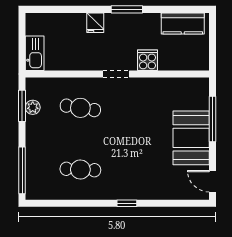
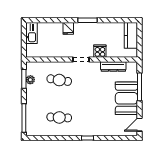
kitchen counter: (183, 24) -> (131, 35), moved, turned 90
kitchen sink: (35, 53) -> (31, 33), moved
dresser: (170, 86) -> (113, 67), added
door: (213, 181) -> (139, 125), hinge flipped

